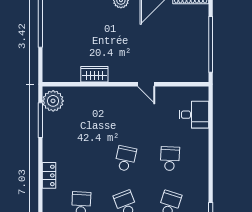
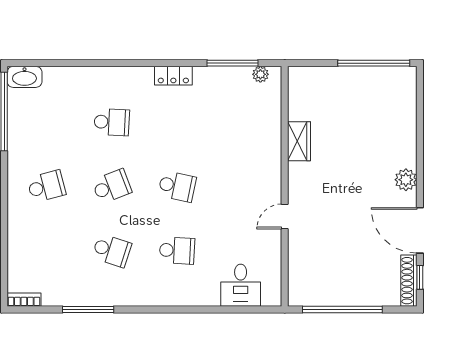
plant: (53, 101) -> (260, 74), width x0.53, depth x0.53
locker: (49, 175) -> (173, 76), moved

